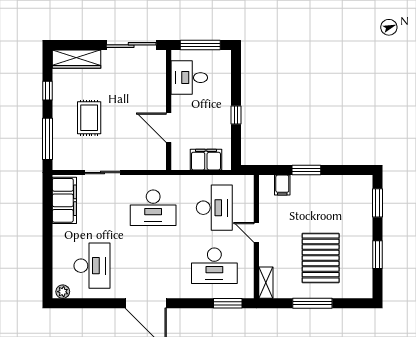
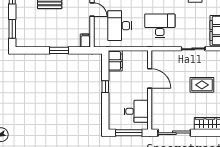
rug: (89, 118) -> (202, 85), turned 90
filing cabinet: (206, 160) -> (115, 61), moved, turned -90
filing cabinet: (282, 185) -> (85, 41), moved

